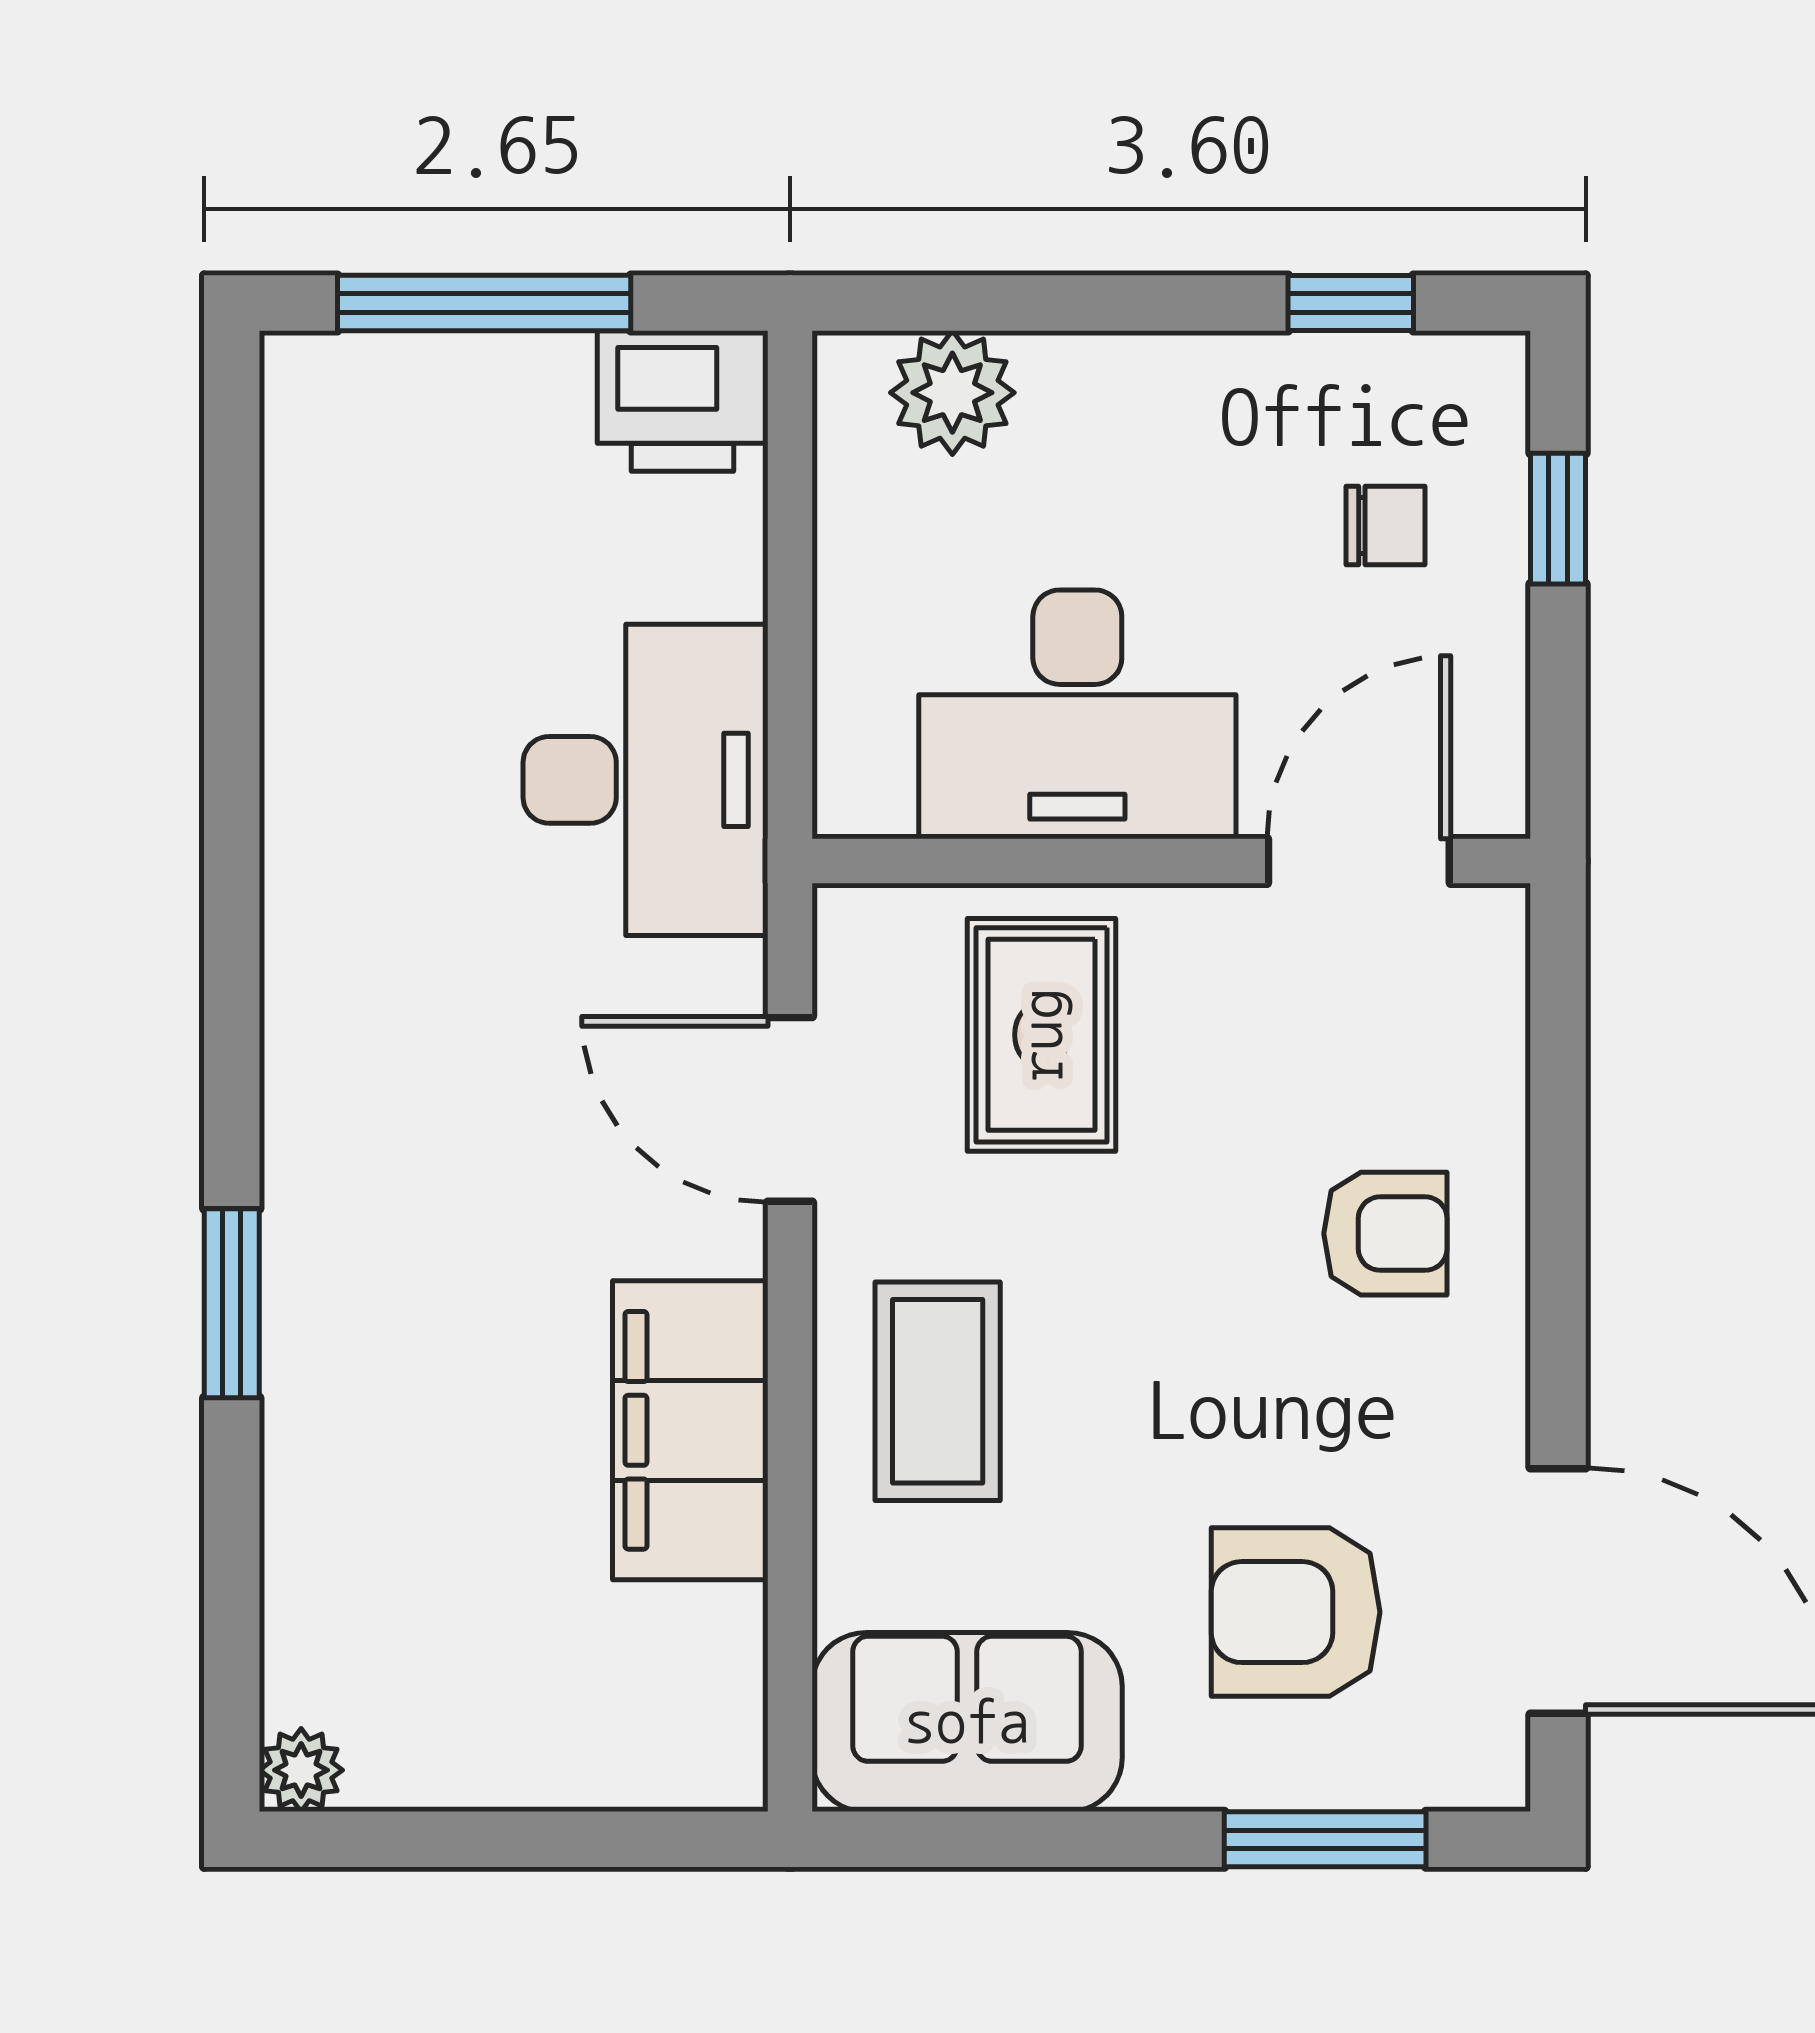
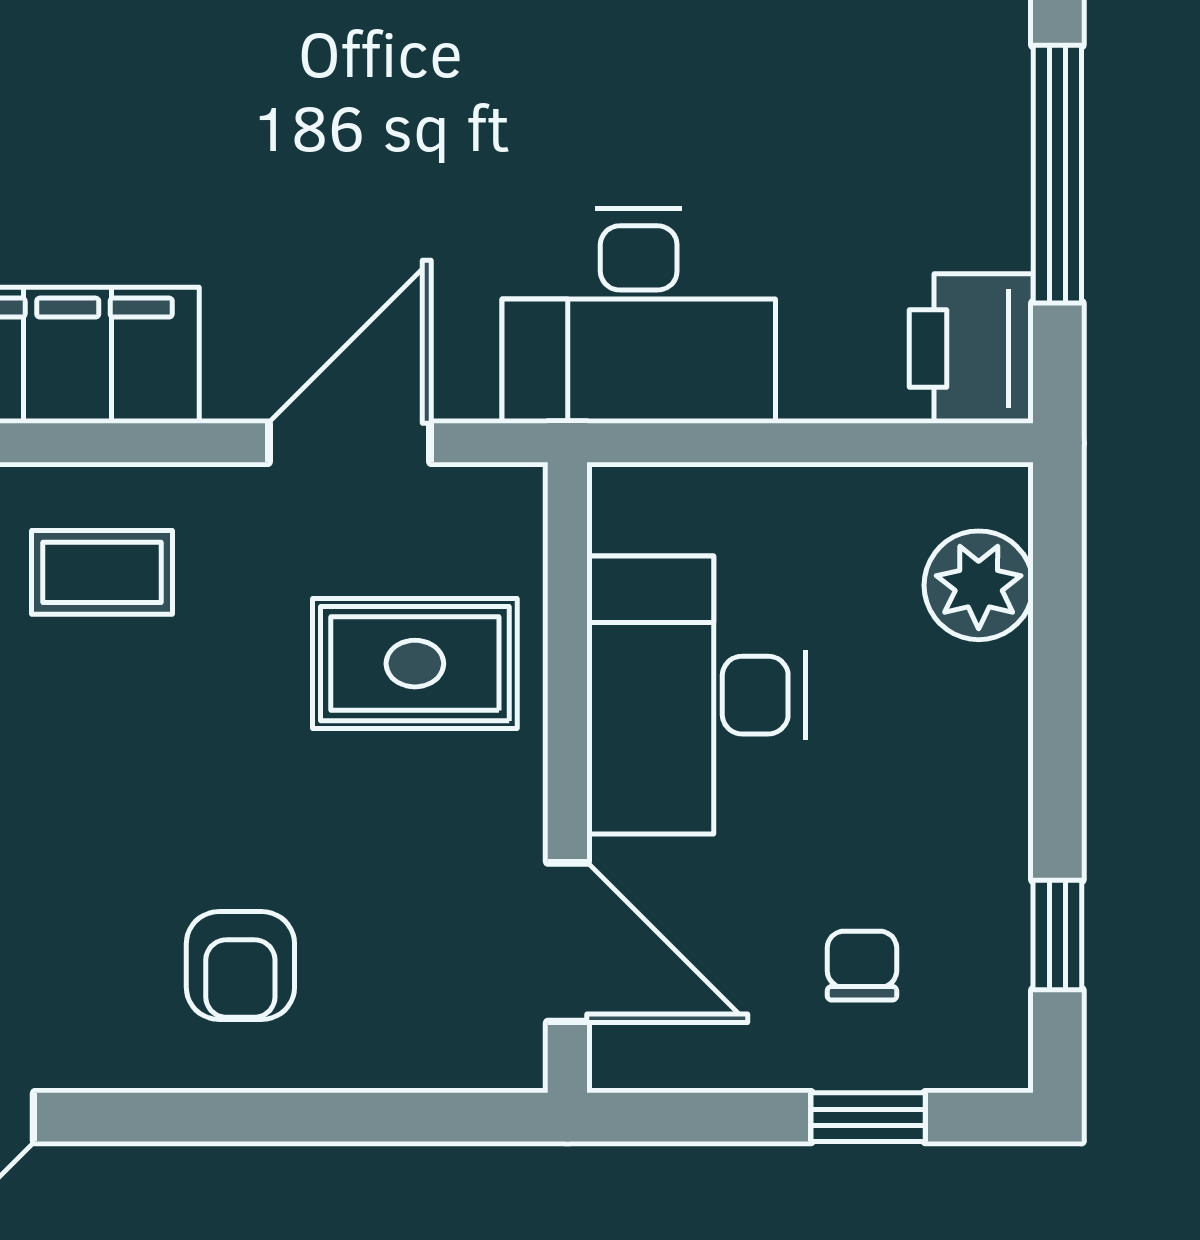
chair: (1386, 526) -> (862, 966), turned 180
coffee table: (938, 1391) -> (102, 572), width x0.73, depth x0.77

